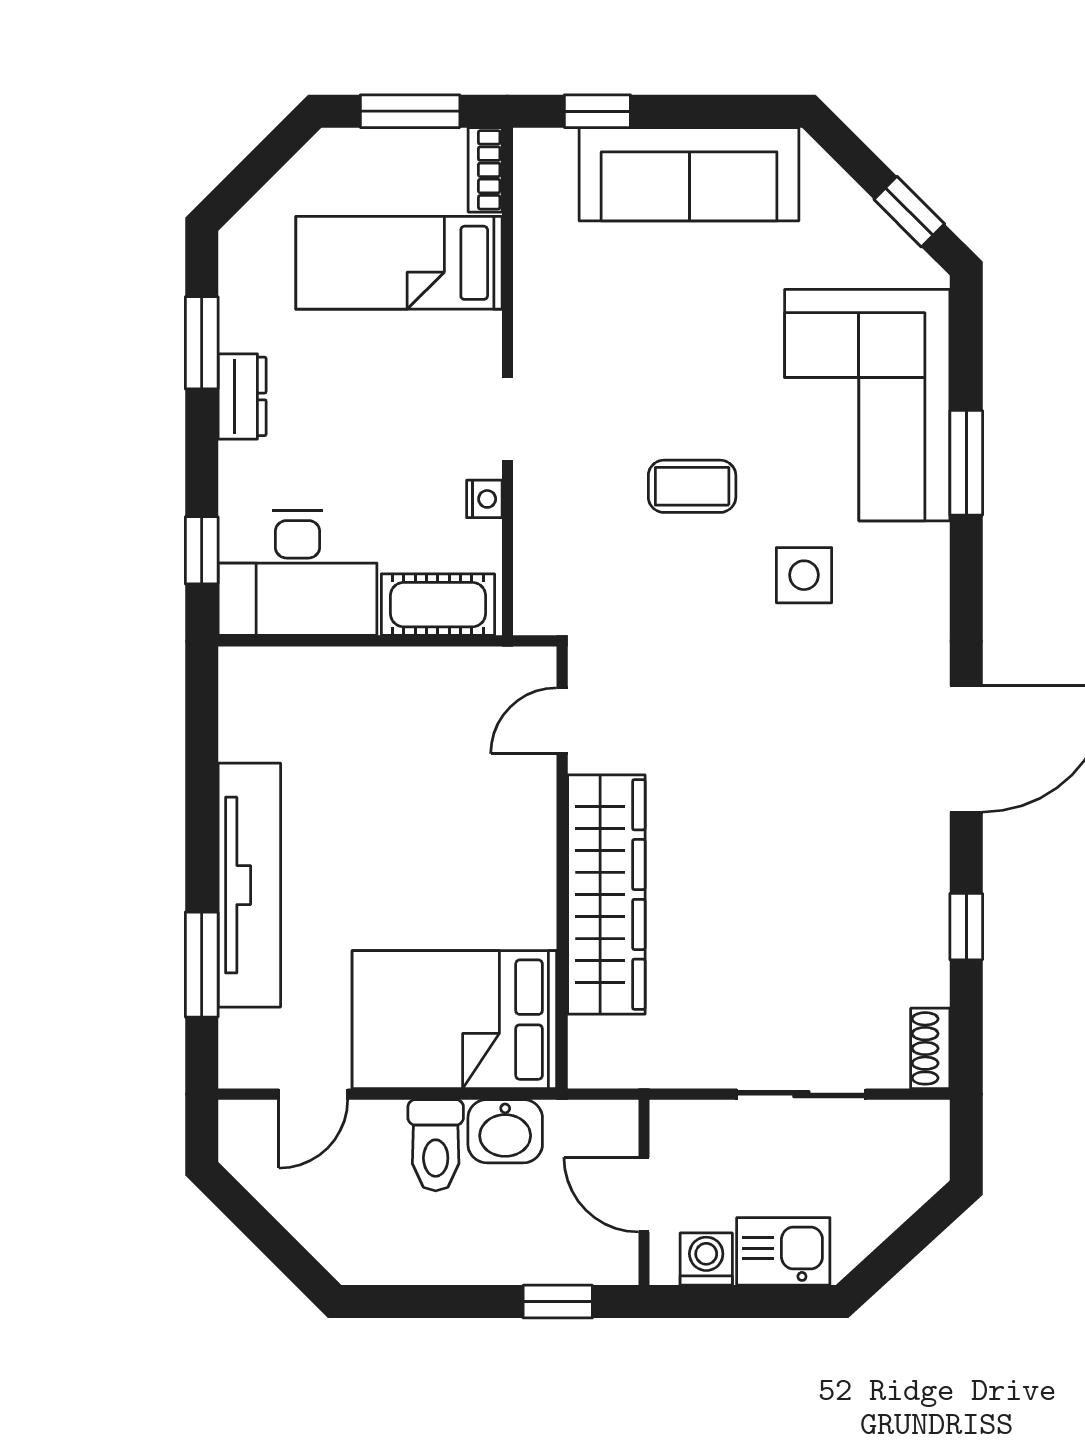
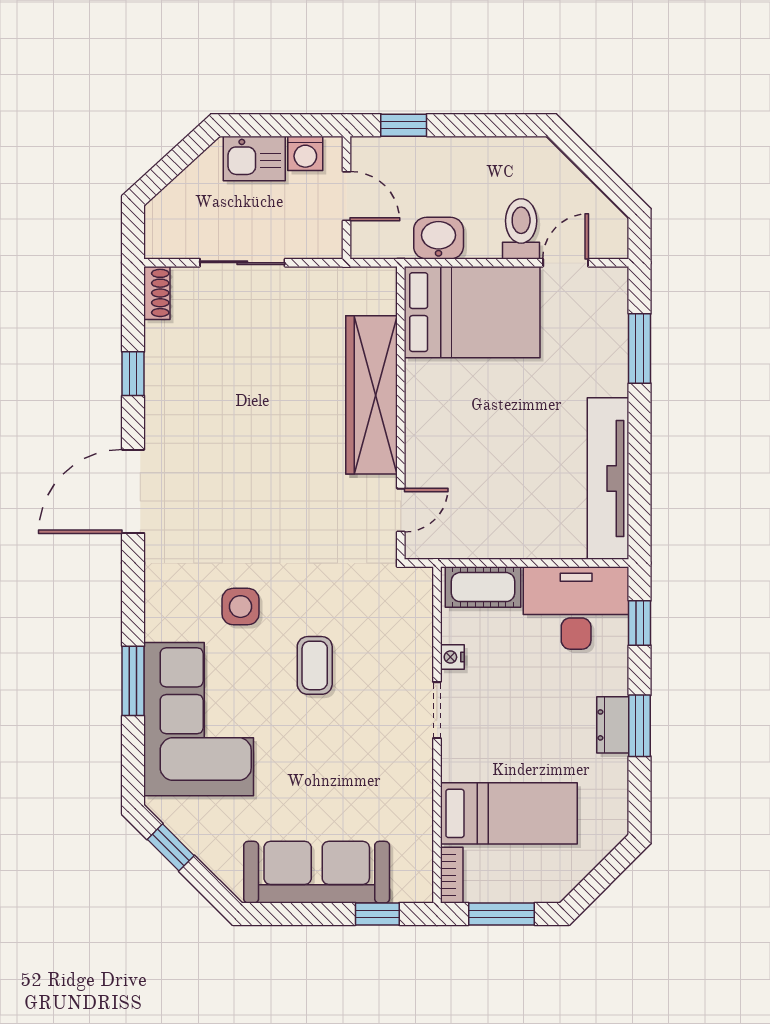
window: (202, 343) -> (640, 726), moved
coffee table: (692, 486) -> (315, 665), turned 90
tv unit: (249, 885) -> (608, 479), moved
toilet: (436, 1145) -> (521, 229), moved

